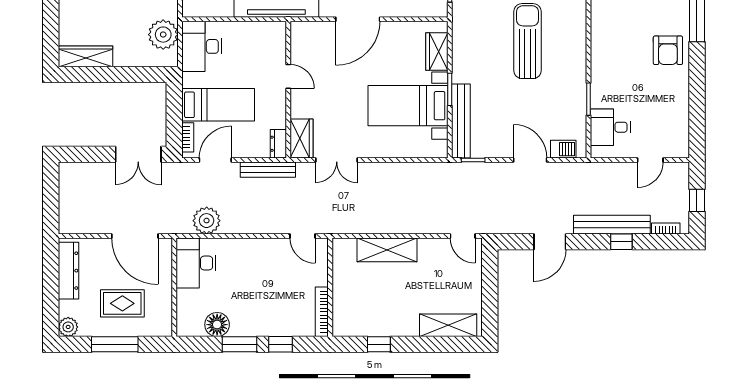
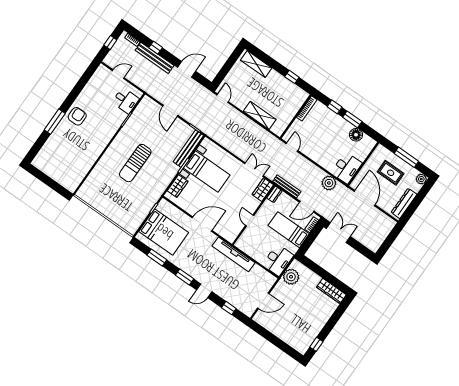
barbecue: (563, 149) -> (153, 105), removed

